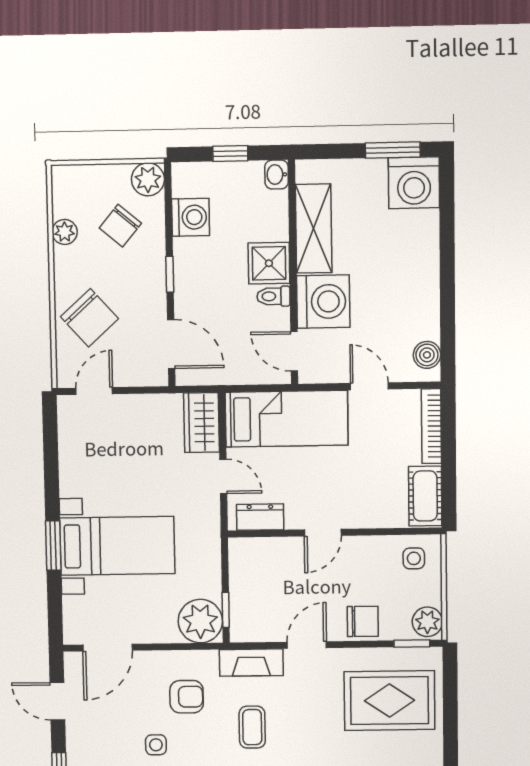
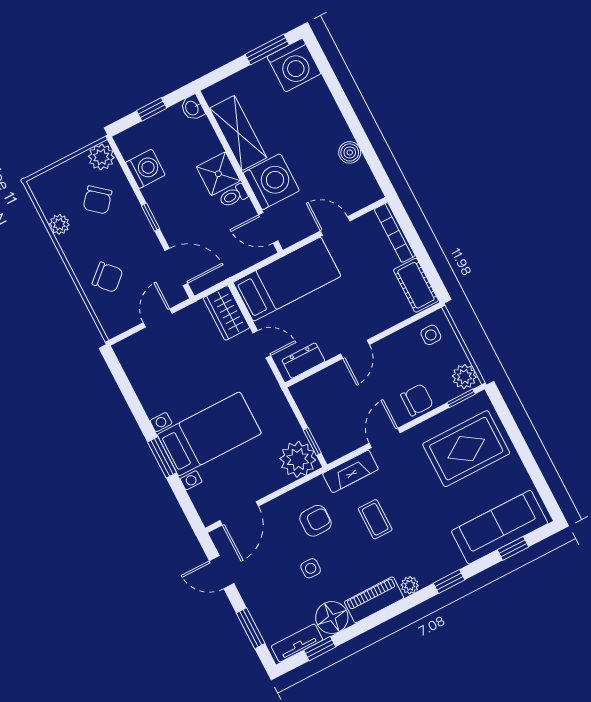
chair: (90, 318) -> (108, 277), width x0.73, depth x0.73
boiler: (427, 355) -> (350, 152), moved
door: (94, 391) -> (158, 318), moved

